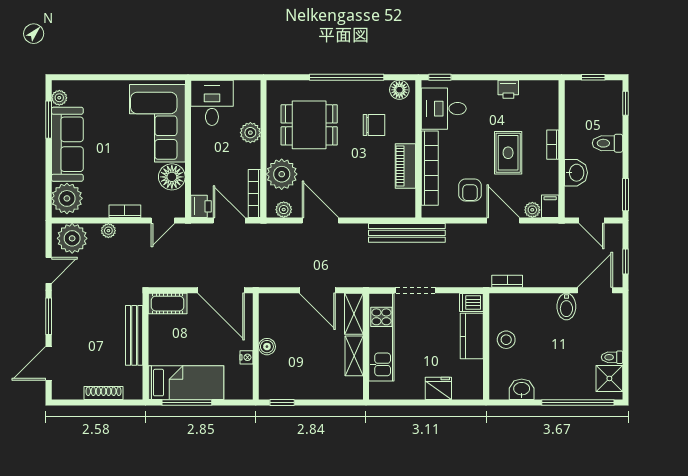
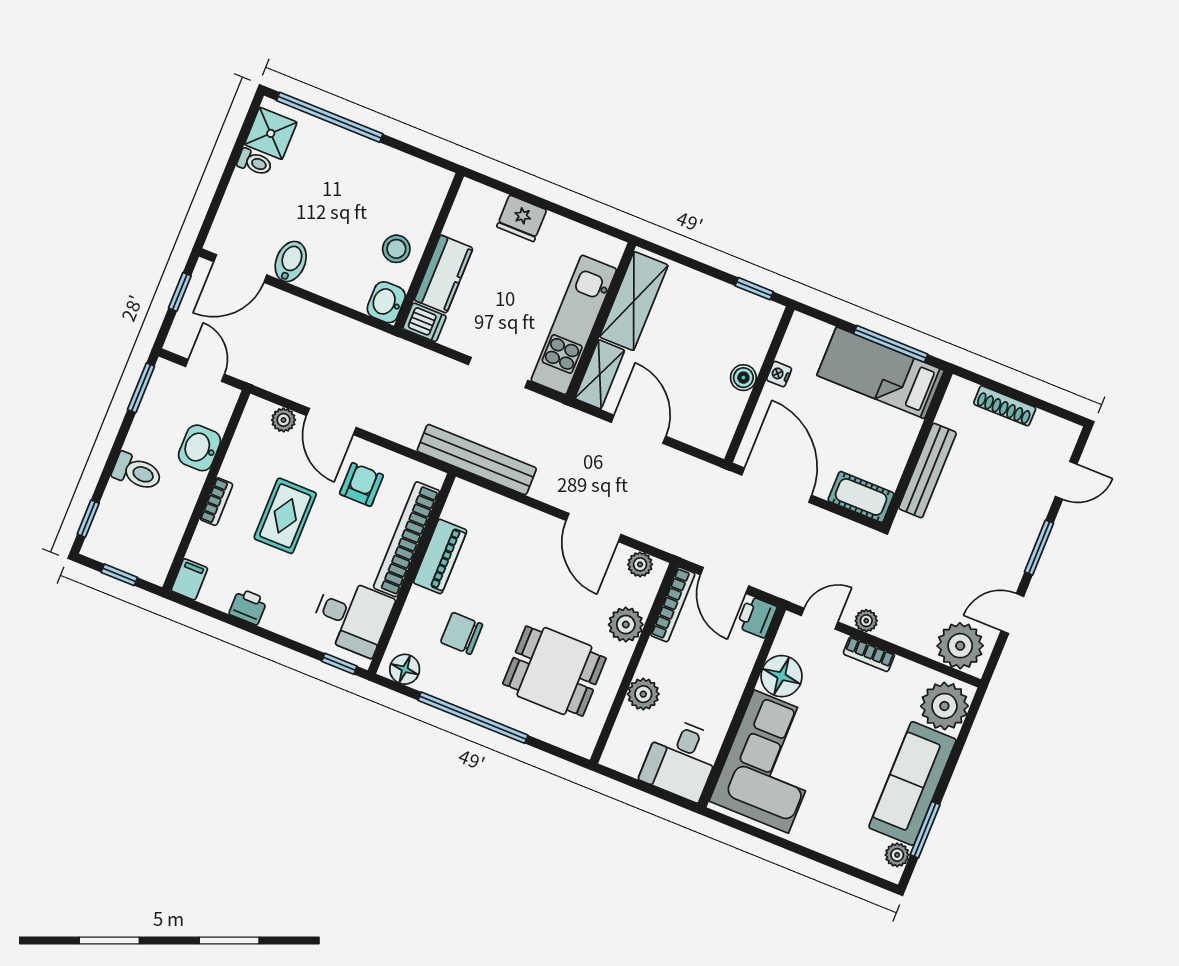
plant: (282, 174) -> (626, 625), width x0.73, depth x0.73
filing cabinet: (550, 206) -> (189, 579), moved, turned 180
plant: (108, 231) -> (866, 621), moved
bookcase: (507, 281) -> (361, 332), removed
shelving: (354, 356) -> (634, 301), width x1.50, depth x1.33
door: (49, 363) -> (1066, 480), width x0.73
washbasin: (522, 389) -> (386, 302), moved, turned 90

